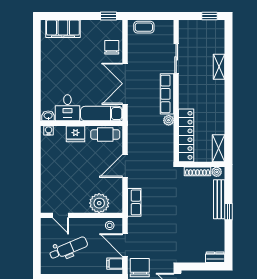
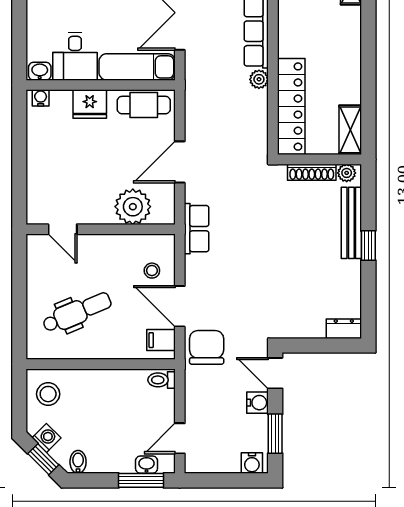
plant: (99, 203) -> (133, 207), moved
door: (61, 215) -> (63, 229), moved
wall: (82, 215) -> (101, 229), moved

